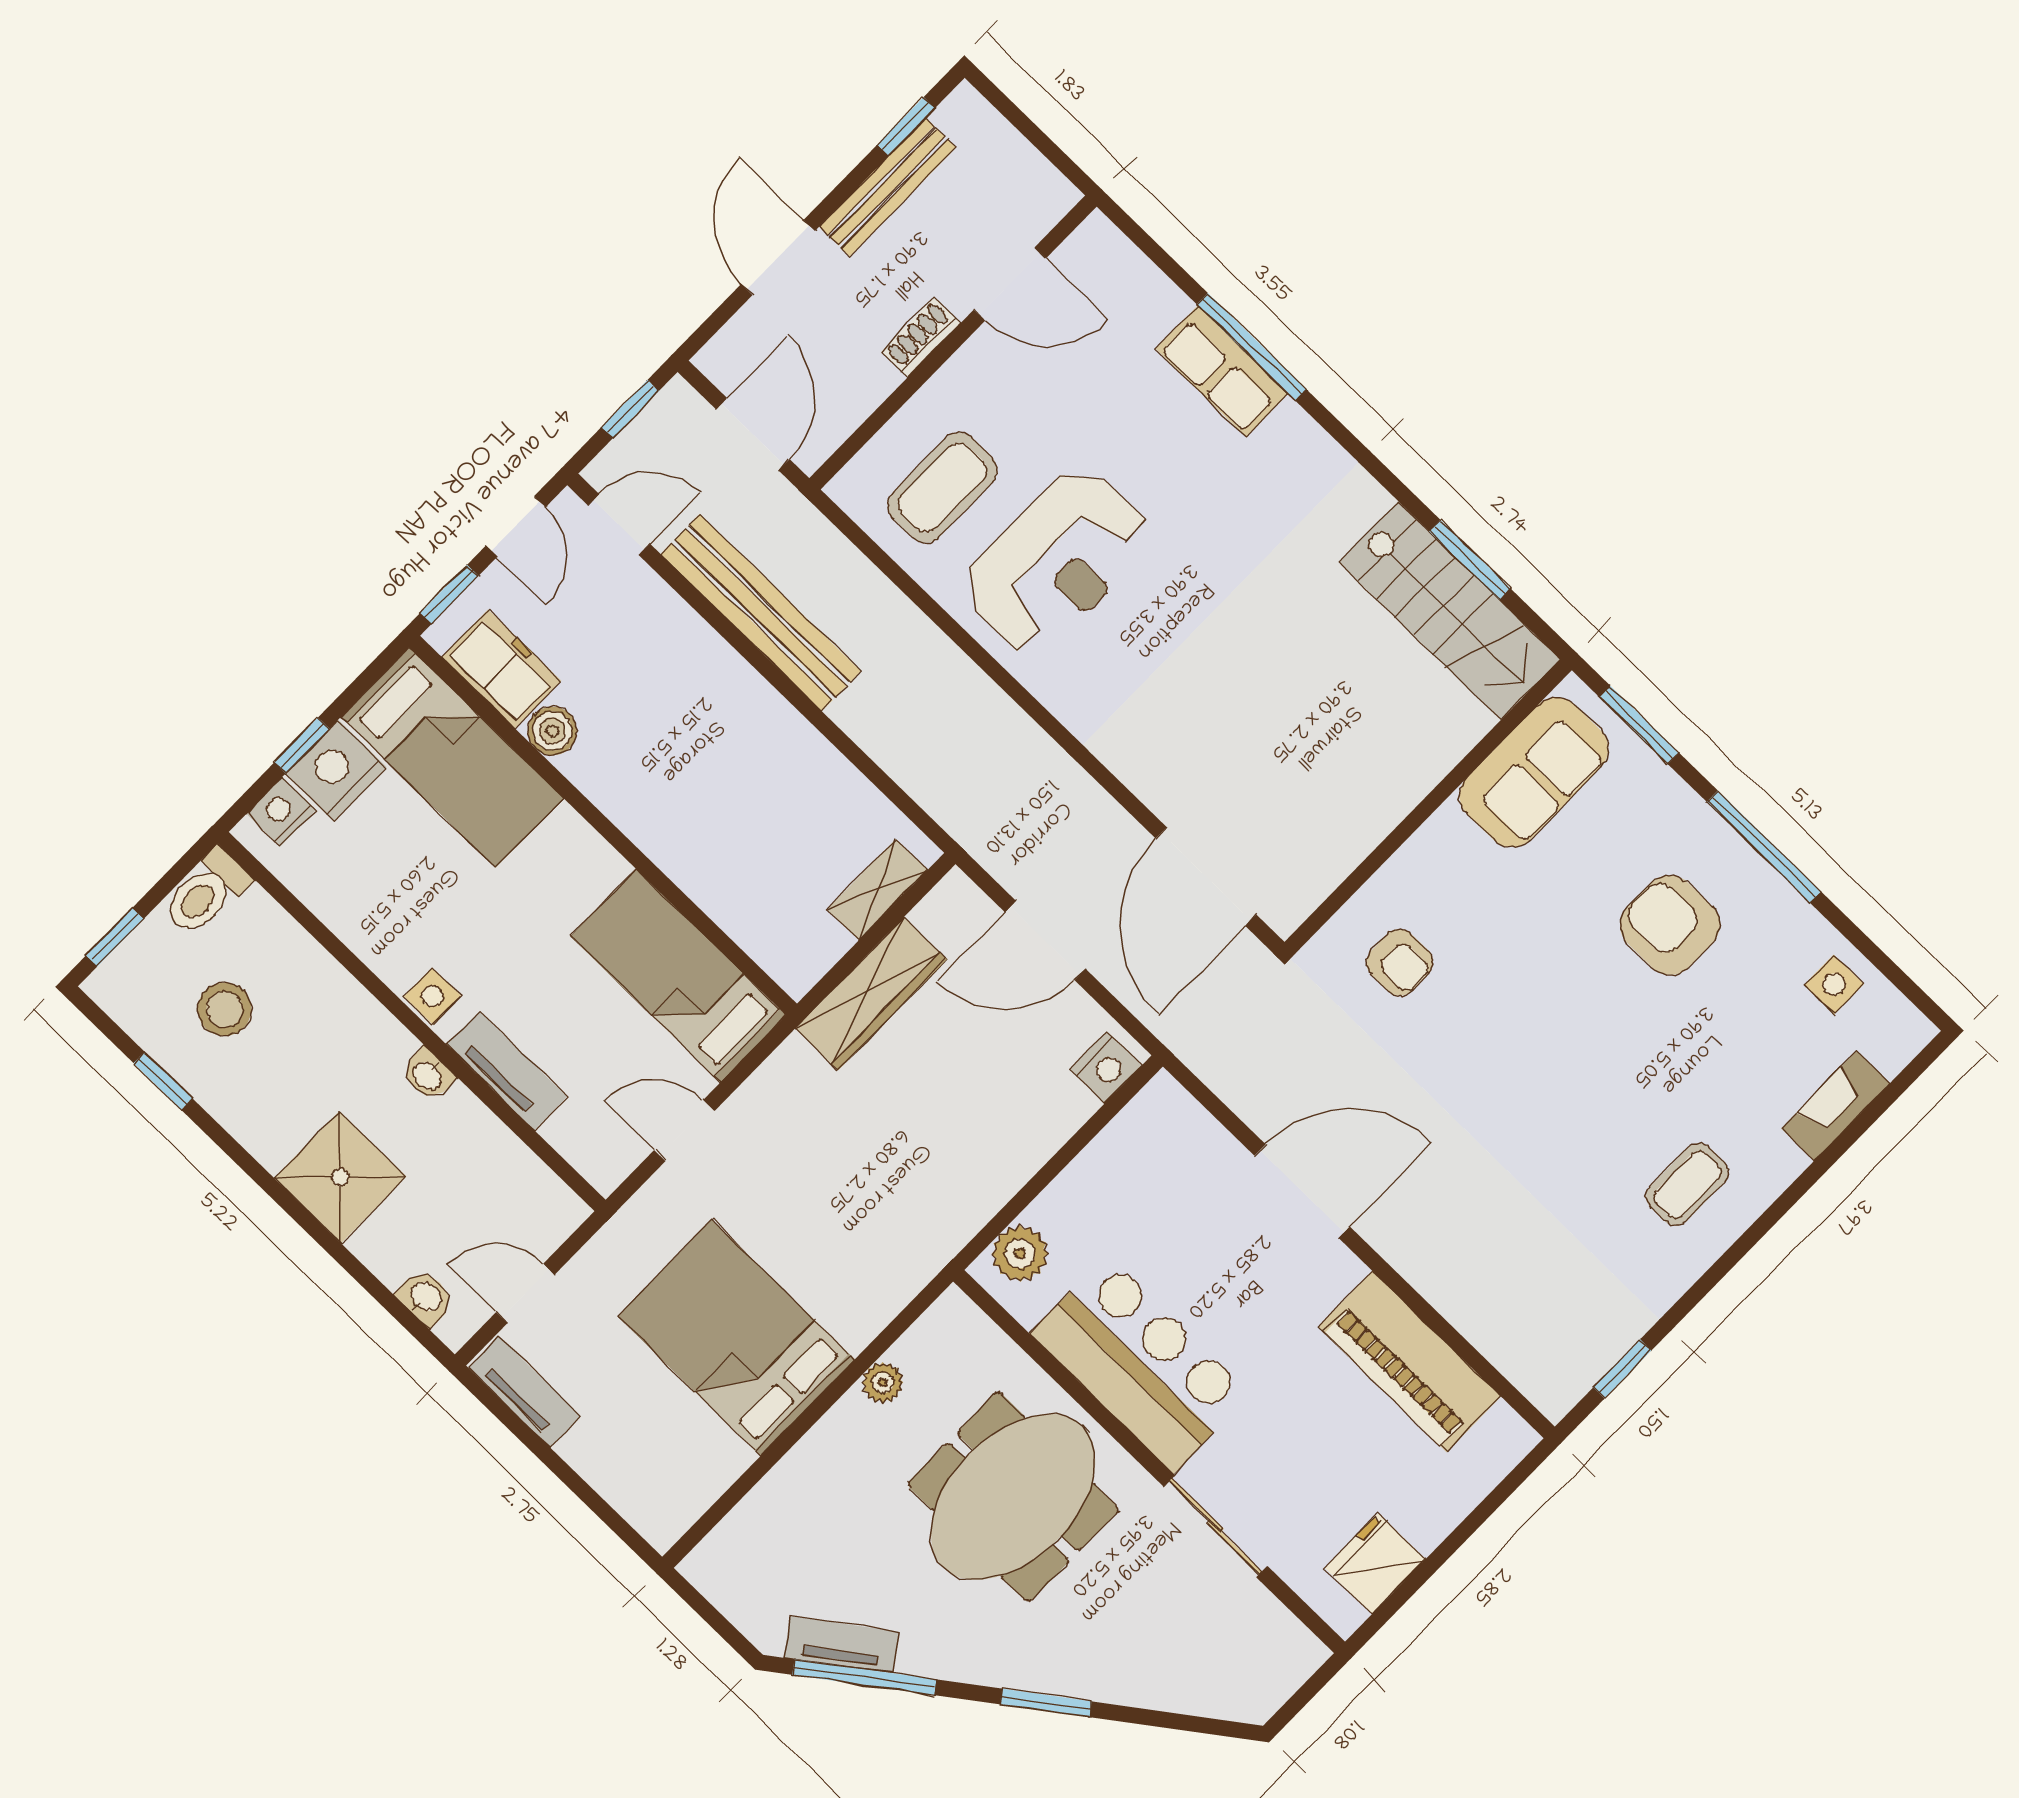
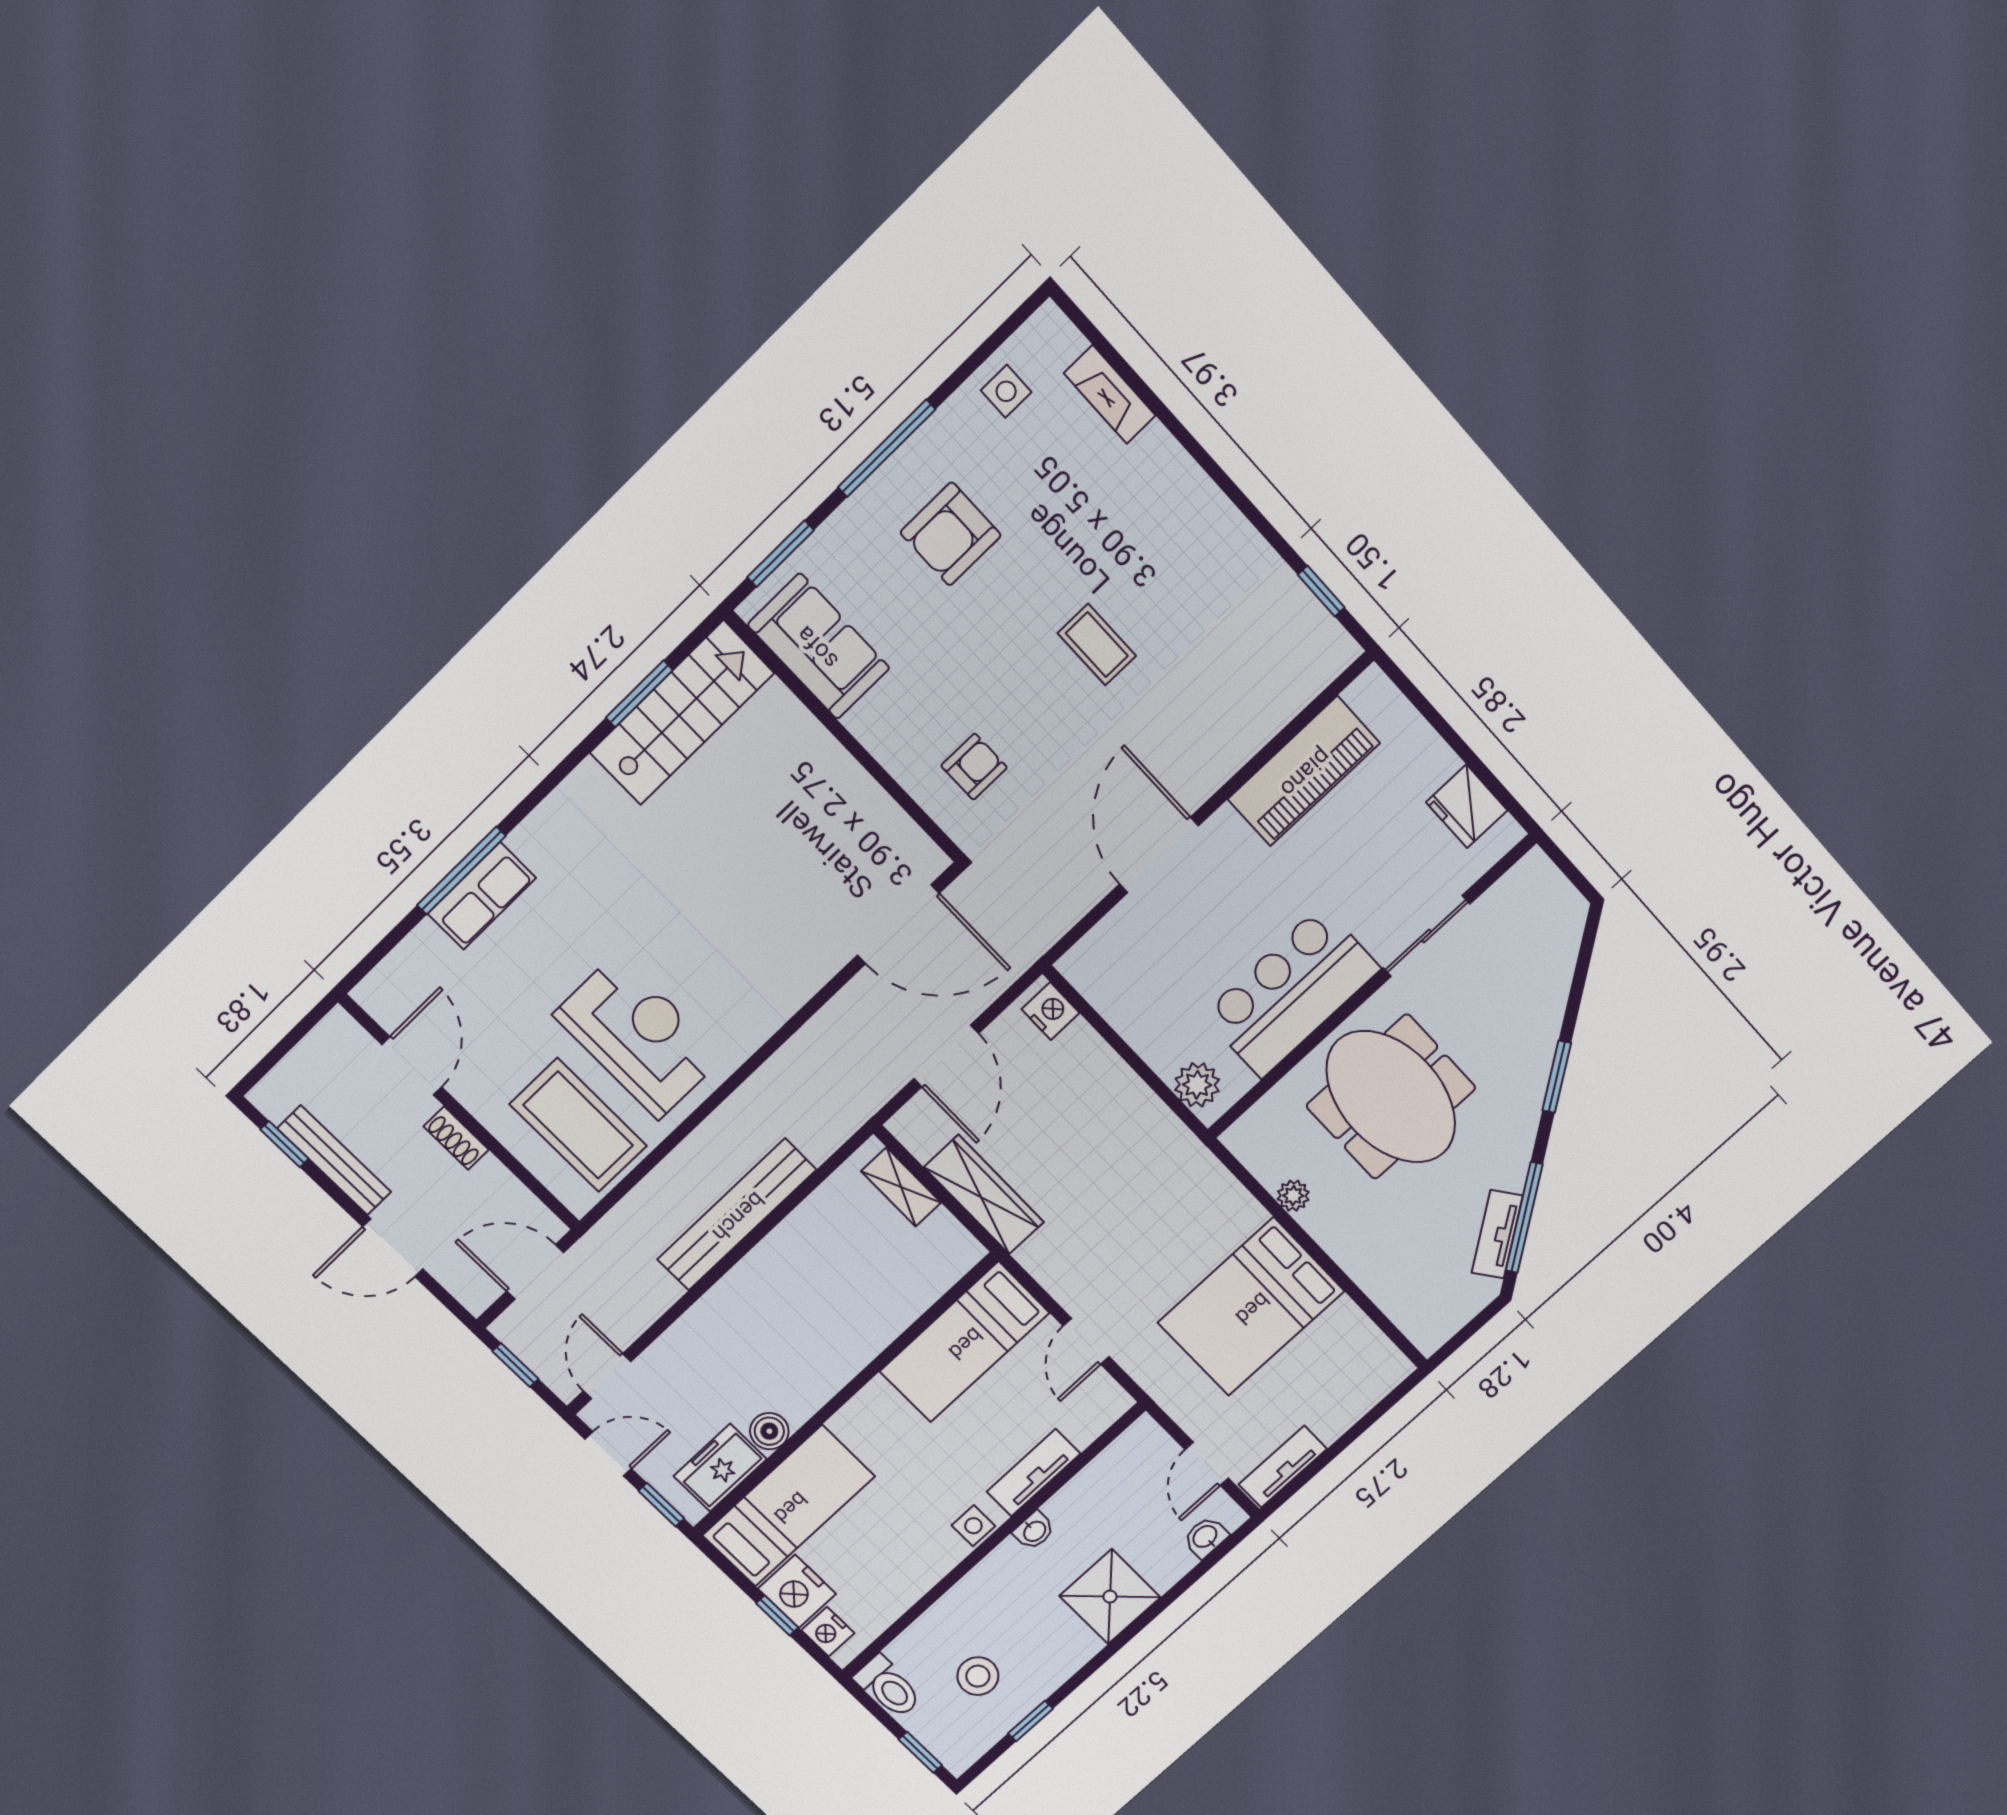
coffee table: (943, 488) -> (578, 1125), width x1.36, depth x1.32
bench: (761, 613) -> (737, 1215), moved
coffee table: (1687, 1184) -> (1097, 645), moved

